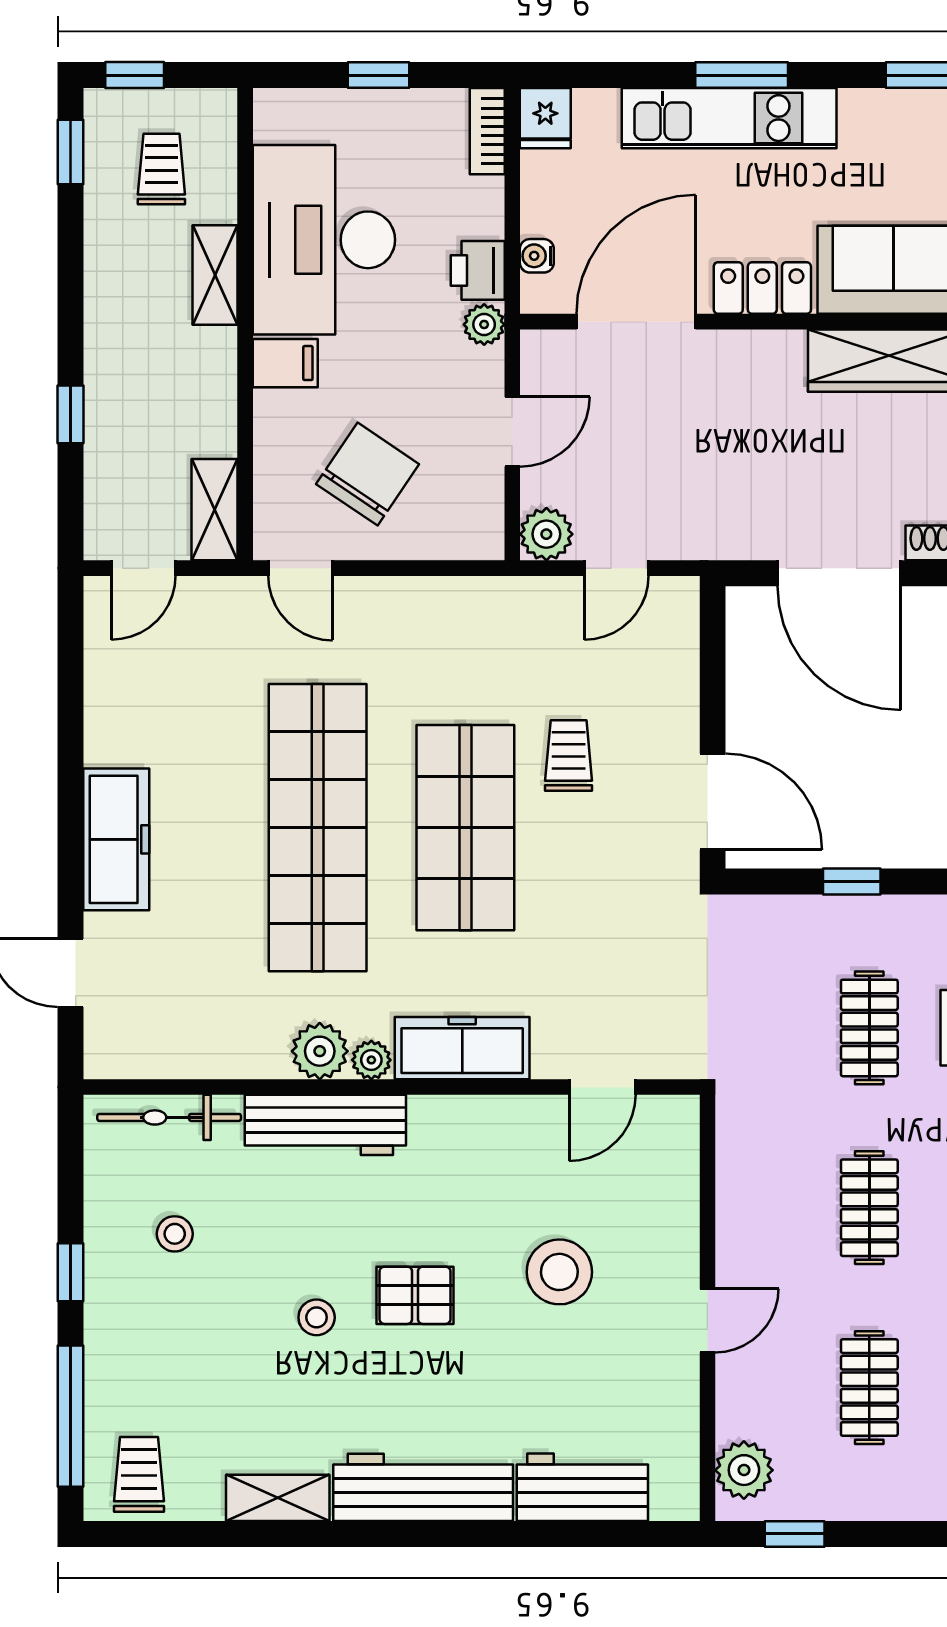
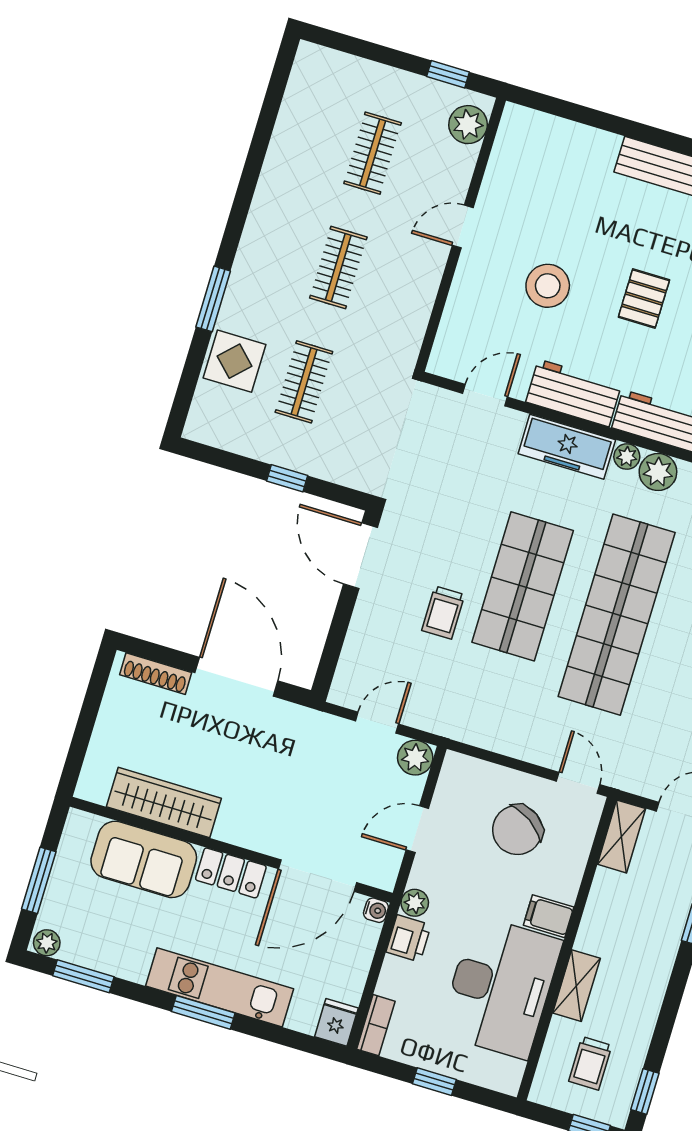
water cooler: (537, 256) -> (376, 910), moved
pallet: (415, 1295) -> (644, 299), turned 90
workbench: (582, 1487) -> (574, 393), moved, turned 180

